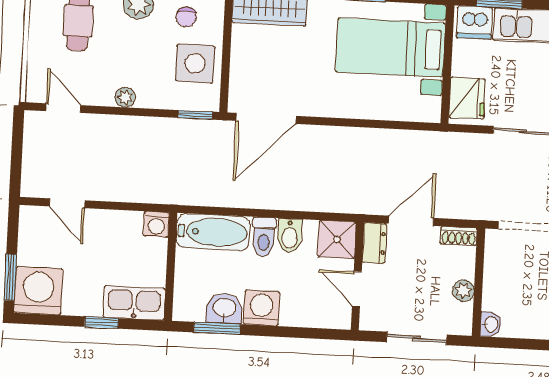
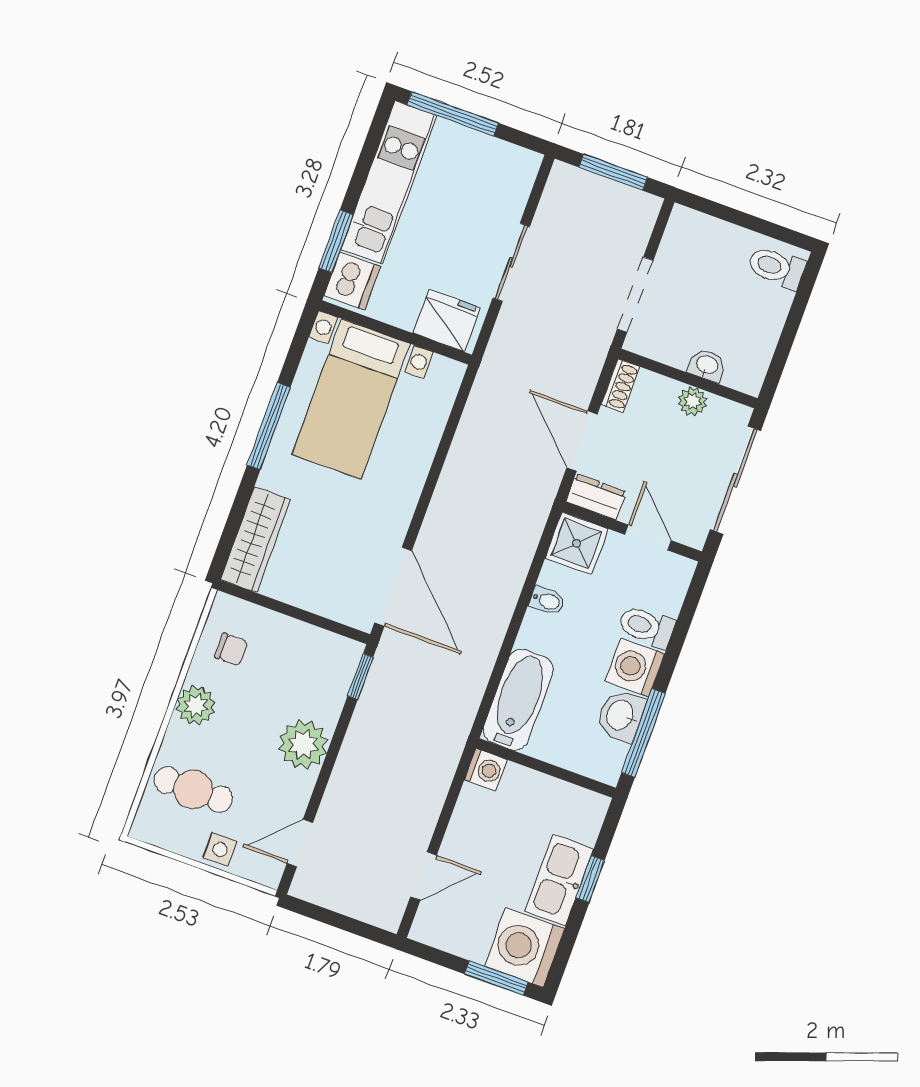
side table: (195, 63) -> (220, 849), moved, width x0.54, depth x0.54
plant: (125, 97) -> (303, 744), width x1.87, depth x1.87
bidet: (290, 235) -> (547, 601), width x0.72, depth x0.74
toilet: (264, 237) -> (646, 627), moved, turned 180
door: (357, 289) -> (648, 537), swing flipped
kitchen sink: (134, 303) -> (559, 880), moved
washbasin: (491, 324) -> (707, 365), moved
window: (217, 328) -> (643, 733), width x1.44
sliding door: (417, 338) -> (735, 480), width x1.37

